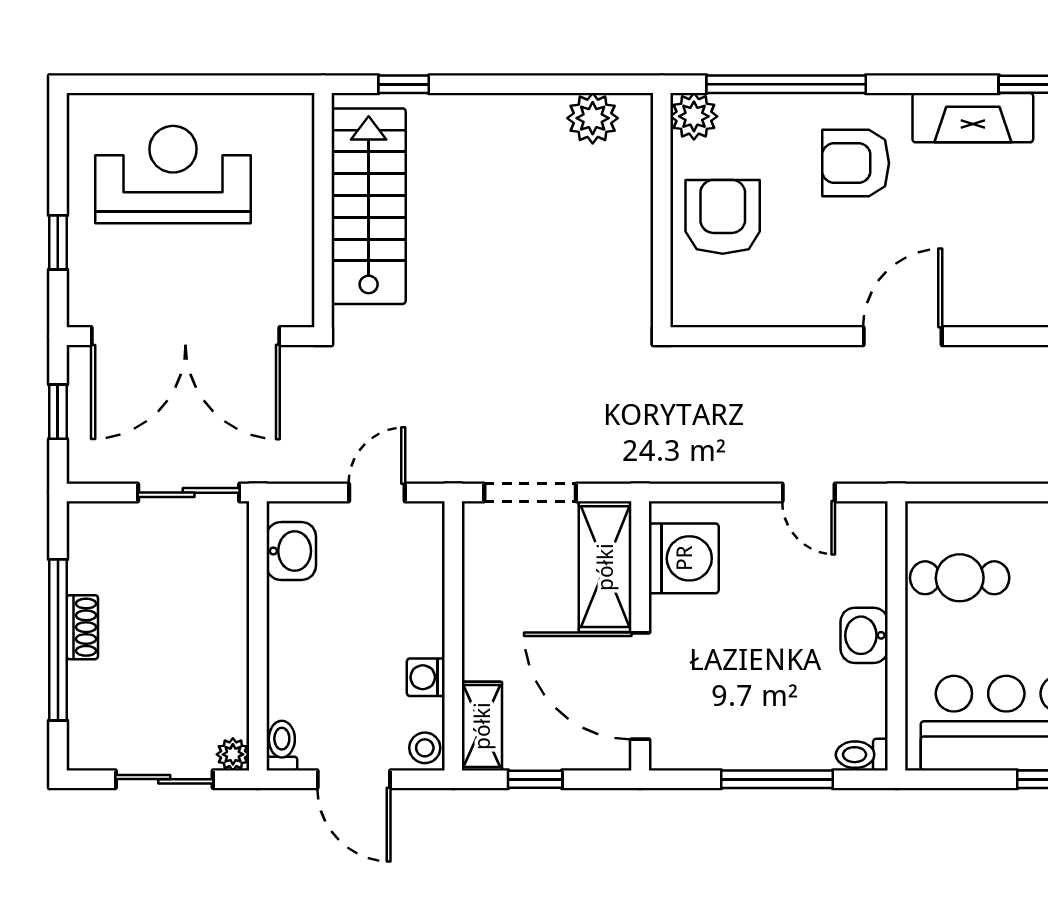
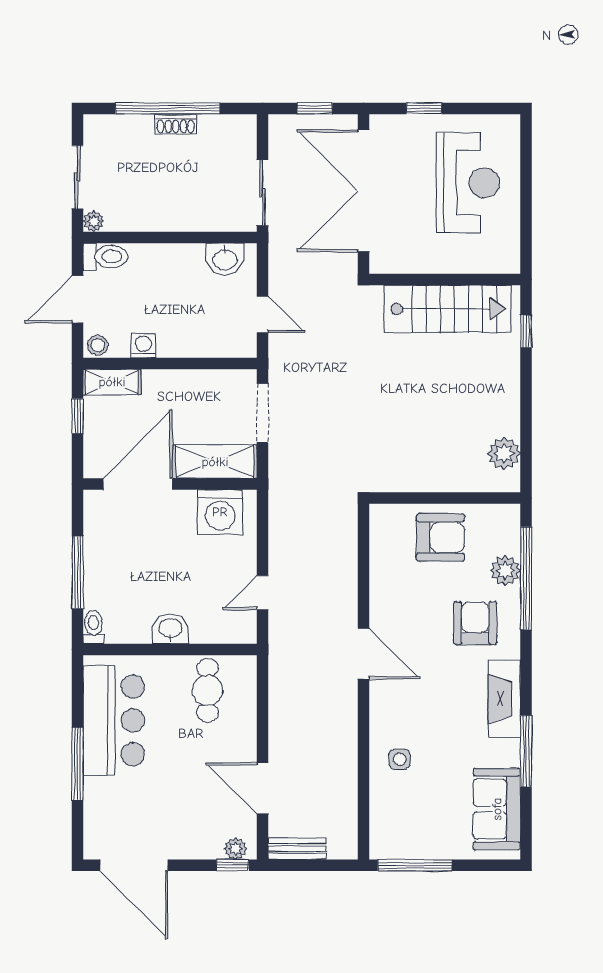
plant: (694, 116) -> (505, 571), moved
toilet: (282, 746) -> (105, 257), width x1.37, depth x1.39

